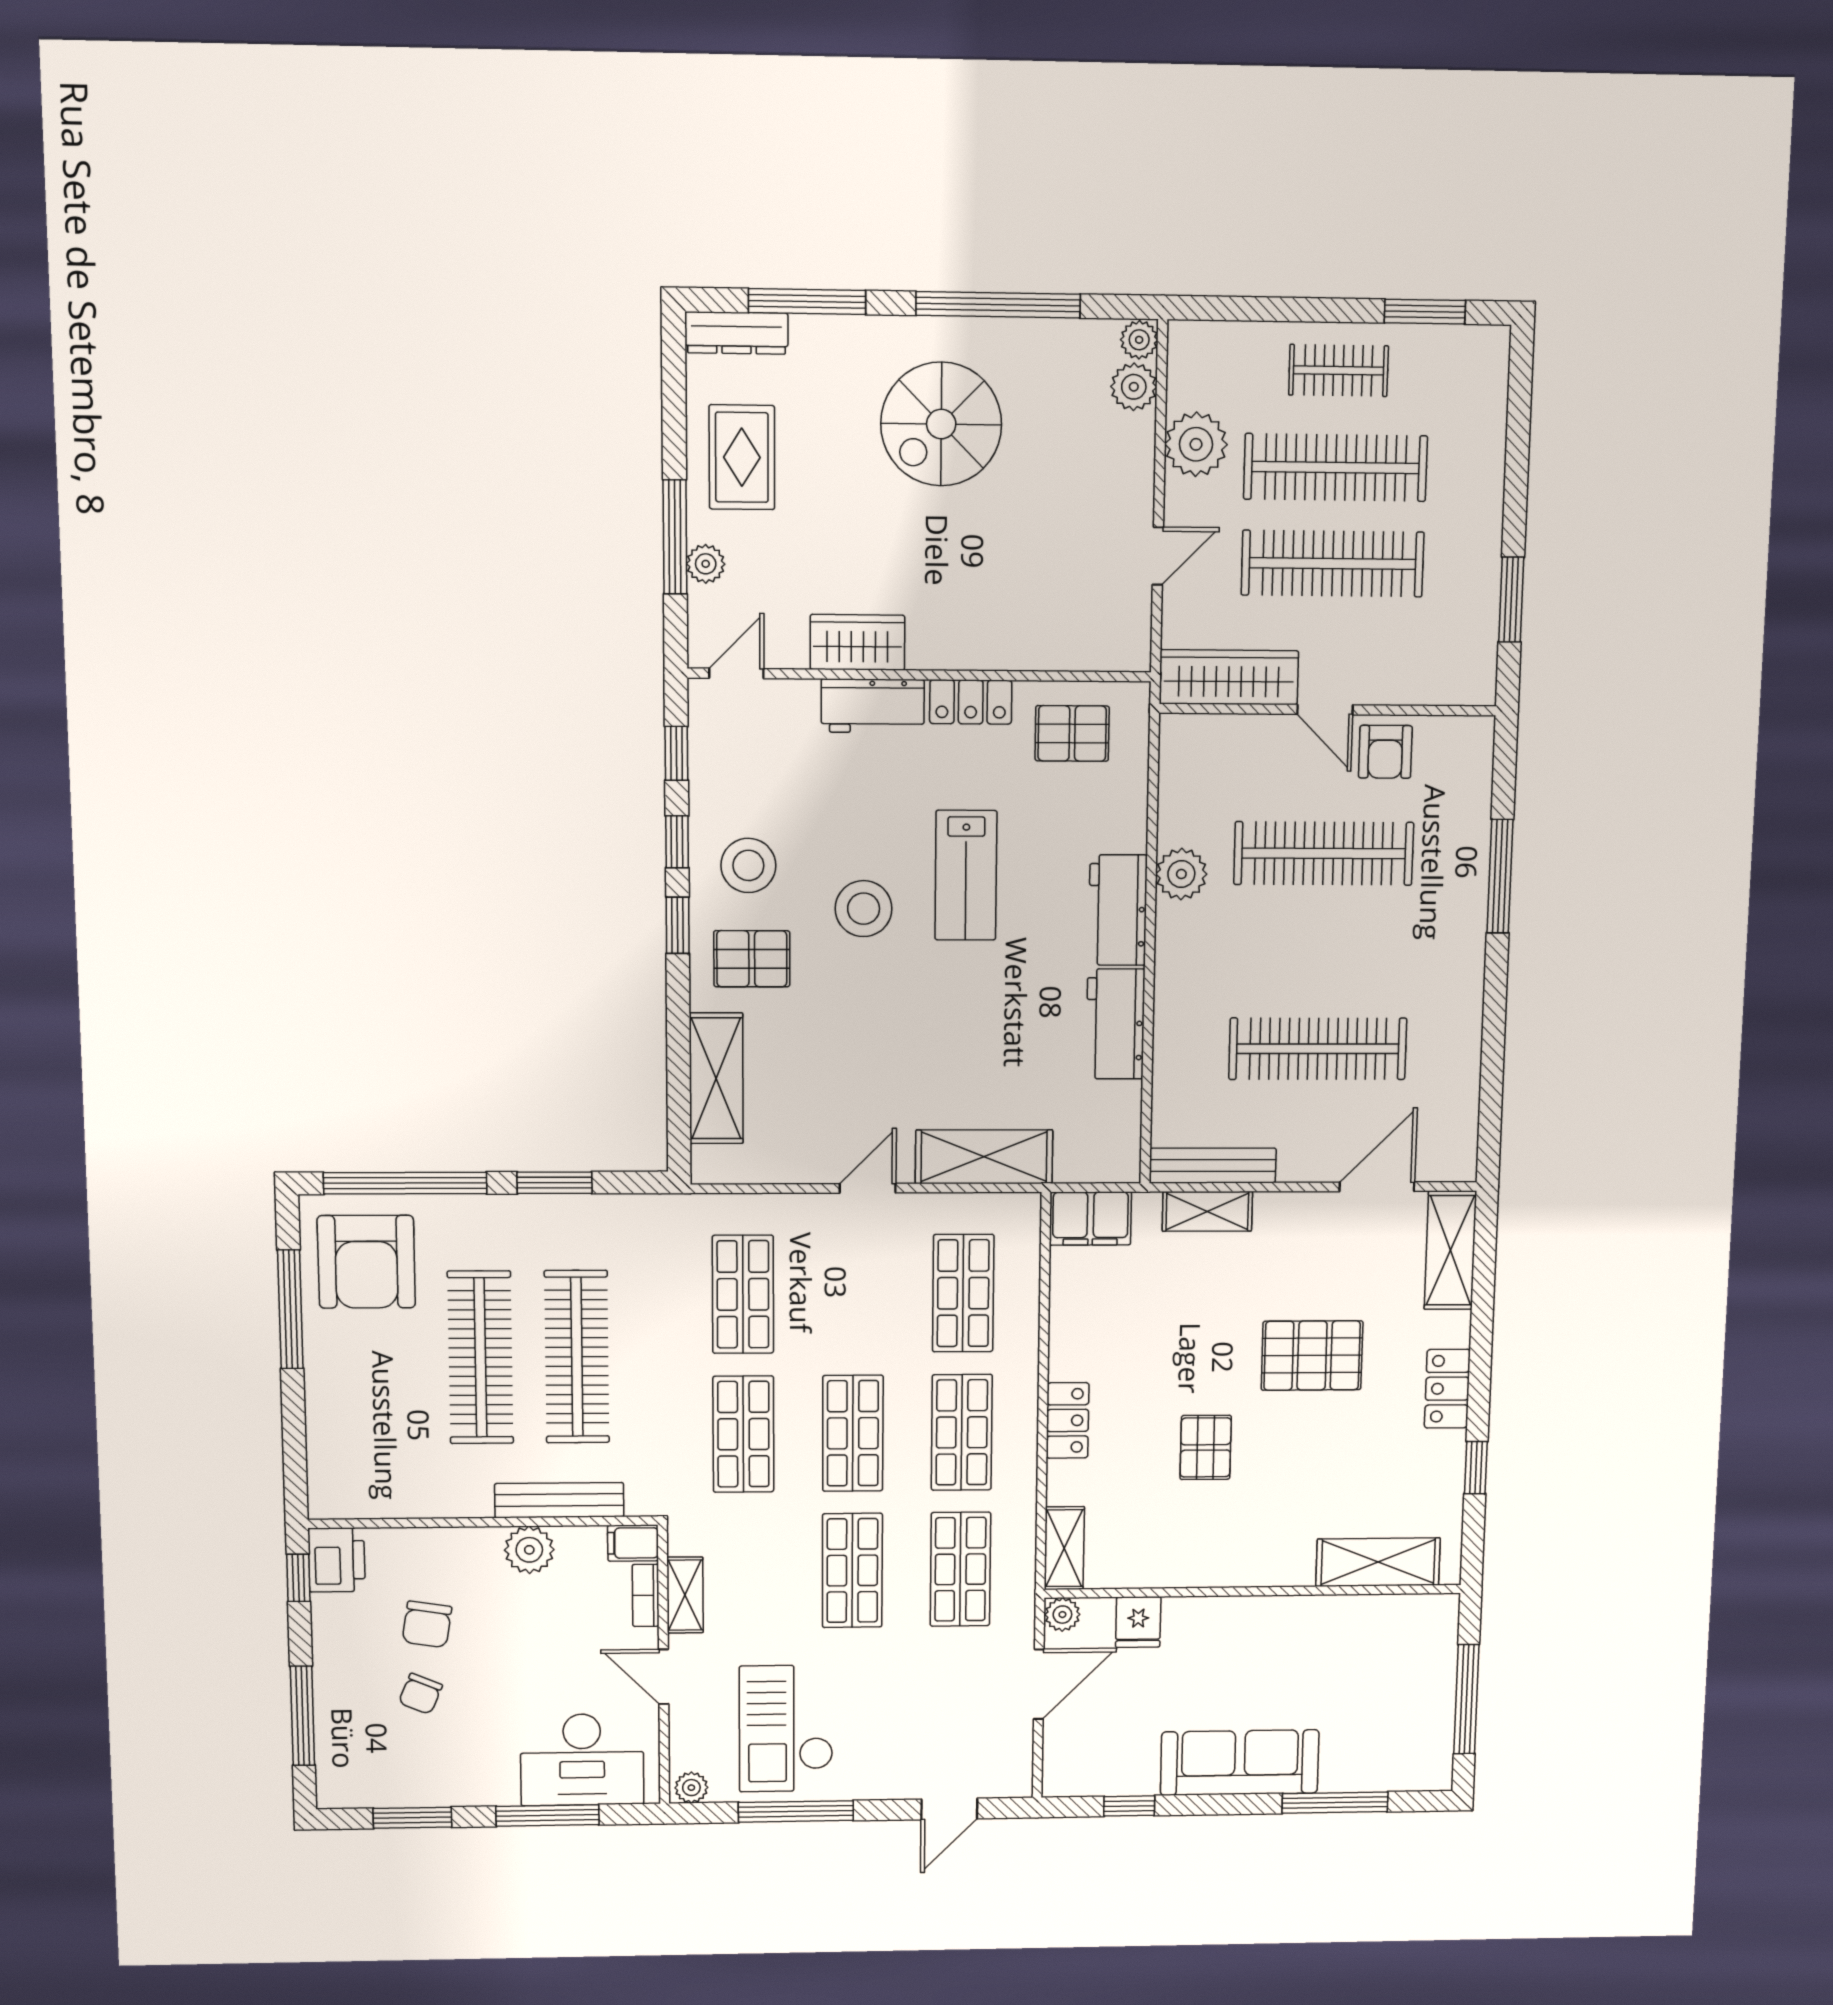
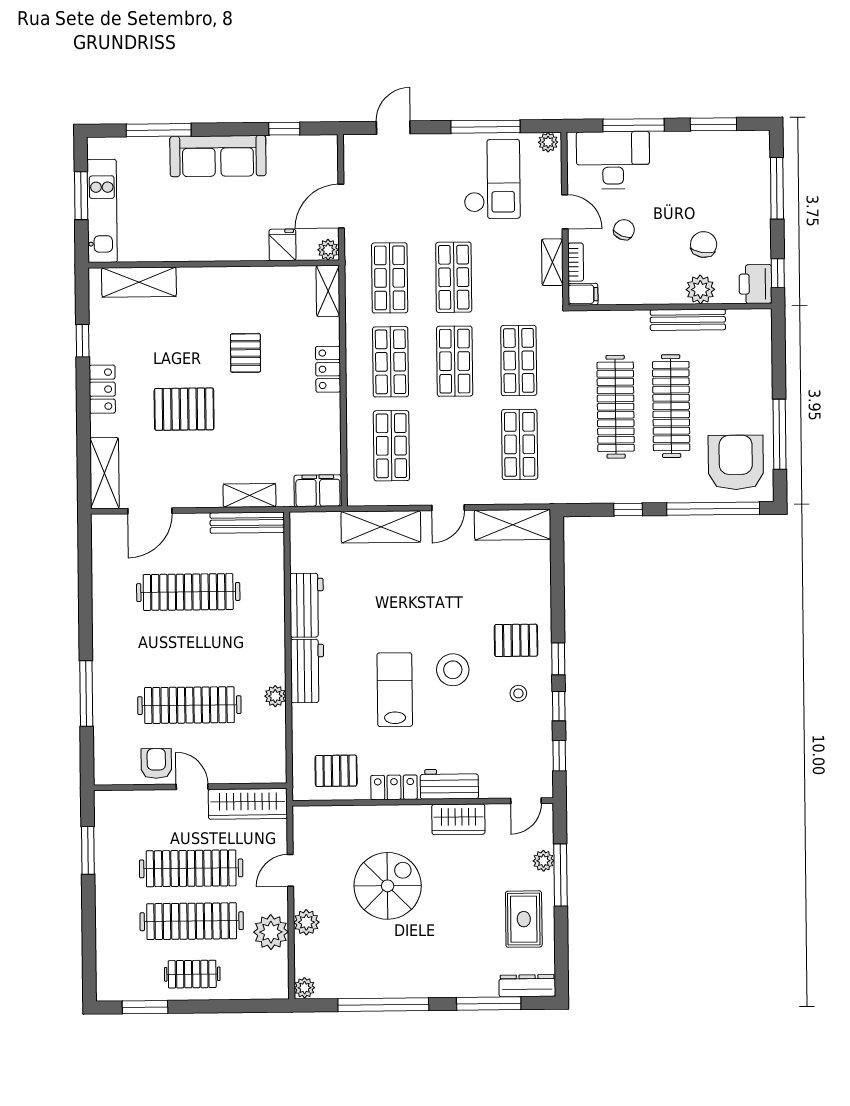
plant: (1134, 387) -> (306, 922), moved
spiral stairs: (941, 424) -> (388, 886), moved
stool: (748, 865) -> (518, 693), width x0.53, depth x0.53
plant: (1181, 874) -> (275, 696), width x0.73, depth x0.73
shelving: (716, 1078) -> (513, 525), moved, turned 90
window: (555, 1183) -> (628, 510), width x0.67
bench: (559, 1500) -> (688, 320), moved
plant: (529, 1550) -> (700, 289), moved
kitchen unit: (1433, 1675) -> (102, 211), added
chair: (420, 1694) -> (624, 230), moved
window: (1466, 1699) -> (81, 196), width x0.69

